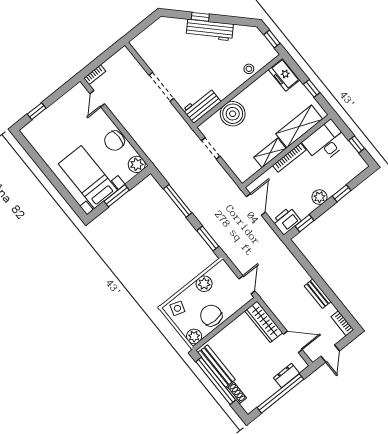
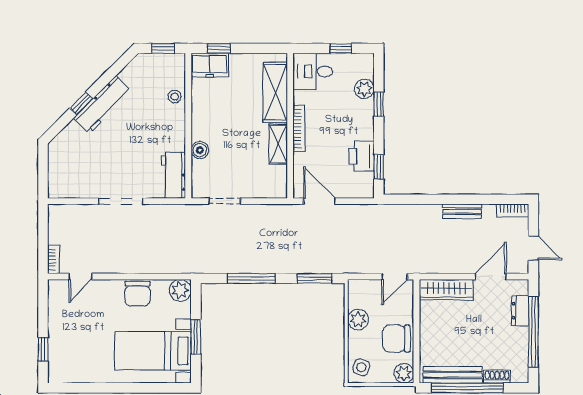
window: (312, 88) -> (219, 48), moved
door: (97, 99) -> (80, 277), hinge flipped
boiler: (233, 114) -> (200, 150), width x0.54, depth x0.54
desk: (325, 142) -> (313, 71), width x0.73
plant: (319, 197) -> (364, 89), moved
printer: (287, 221) -> (362, 156), moved
door: (247, 285) -> (395, 277), swing flipped

